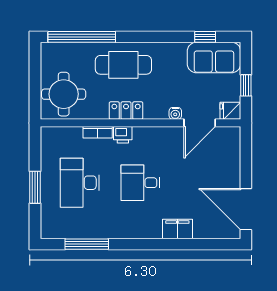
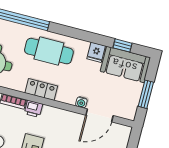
window: (246, 85) -> (146, 94), width x1.50
fridge: (230, 111) -> (96, 52), moved, turned -90

